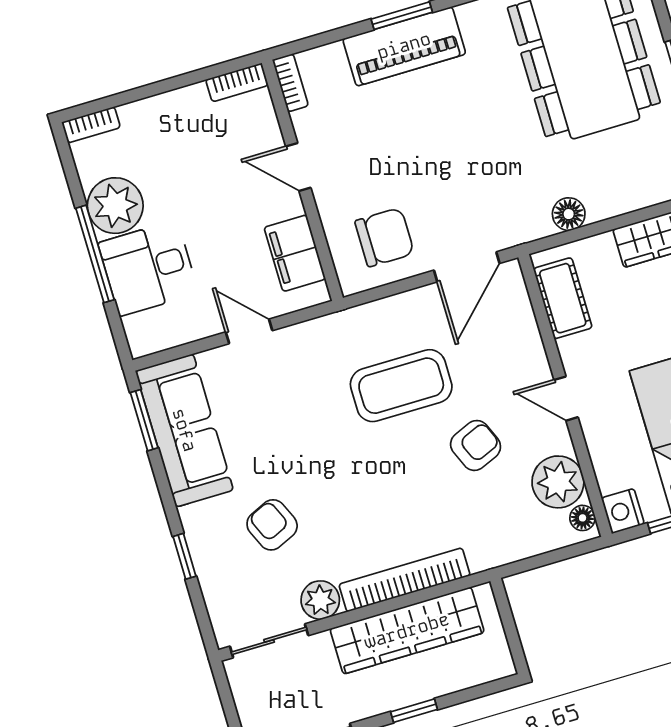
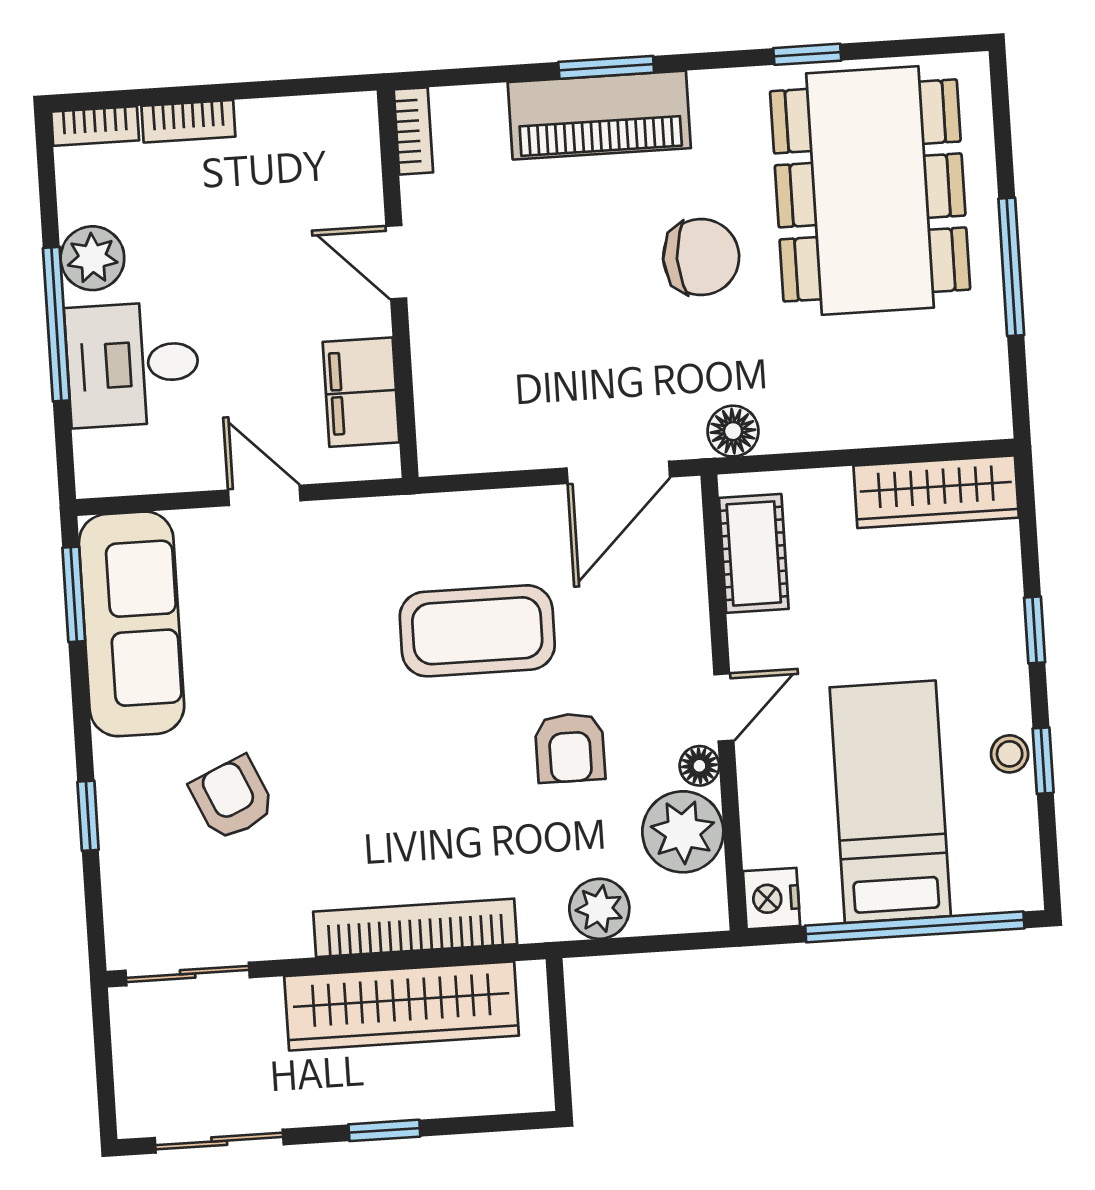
bookcase: (237, 82) -> (188, 121), moved
plant: (115, 206) -> (92, 258), width x0.73, depth x0.73
floor lamp: (569, 214) -> (733, 431), moved
chair: (384, 237) -> (701, 257), moved
door: (566, 399) -> (724, 707), swing flipped
armchair: (476, 445) -> (570, 748), turned 113
floor lamp: (583, 518) -> (699, 766), moved
plant: (320, 600) -> (599, 909), moved

